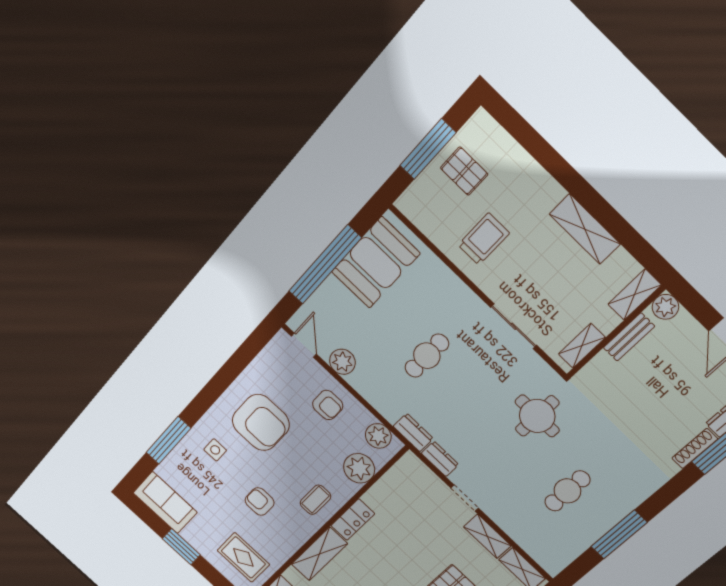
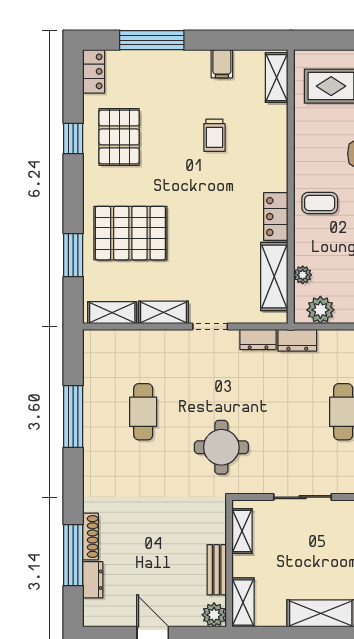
plant: (359, 468) -> (303, 275), width x0.53, depth x0.53
coffee table: (315, 500) -> (320, 203), turned 90
shelving: (319, 554) -> (274, 276), moved

